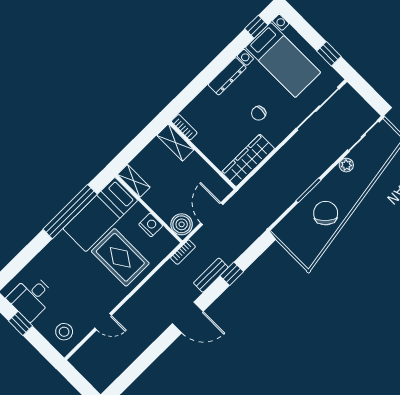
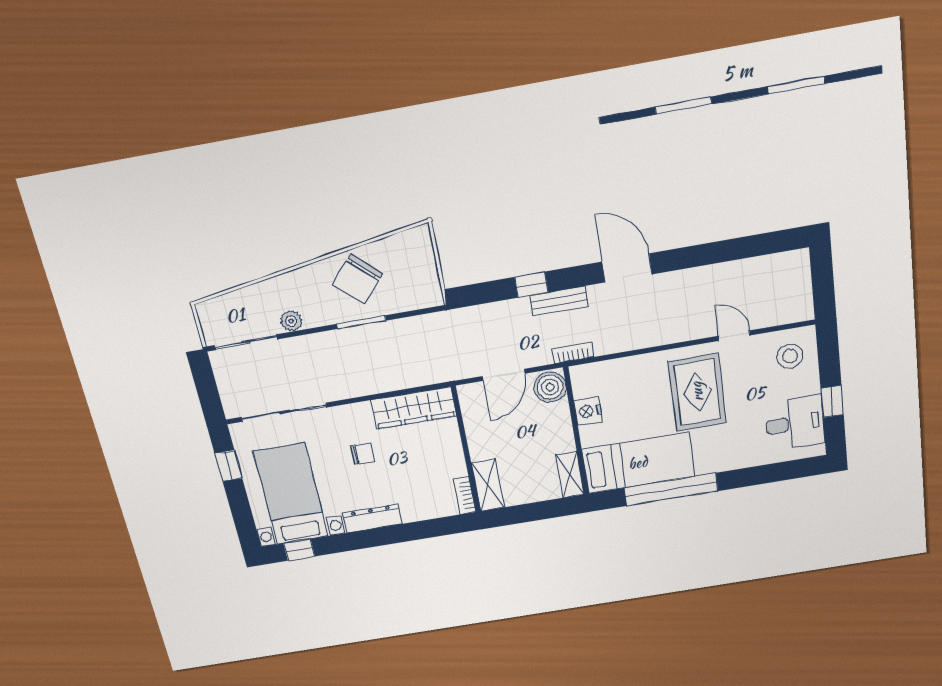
rug: (120, 257) -> (697, 392), moved

